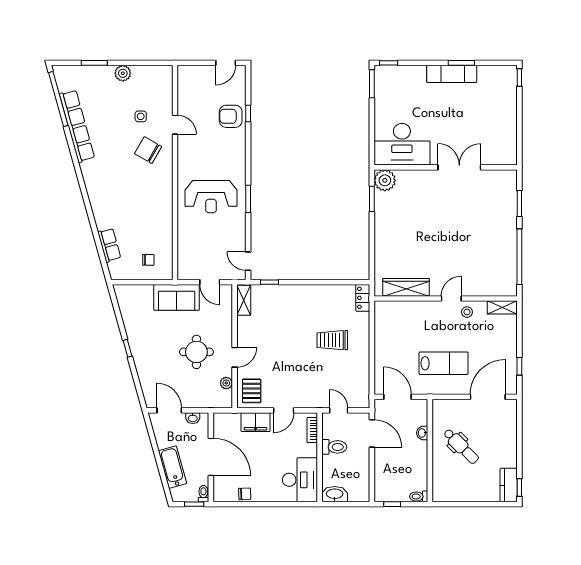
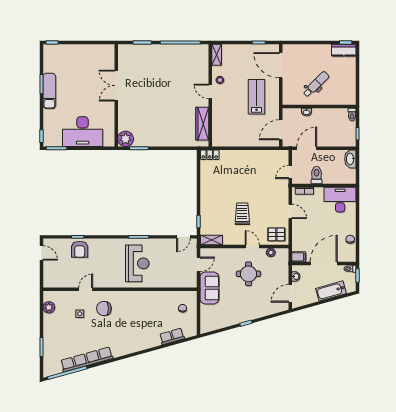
plant: (123, 73) -> (49, 307), moved
desk: (402, 144) -> (83, 132), moved, turned 90
chair: (148, 150) -> (104, 308), turned 60
trolley: (332, 340) -> (242, 214), moved, turned 180
filing cabinet: (255, 422) -> (299, 257), moved, width x0.50
washbasin: (335, 494) -> (350, 159), moved

